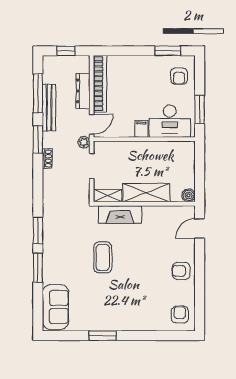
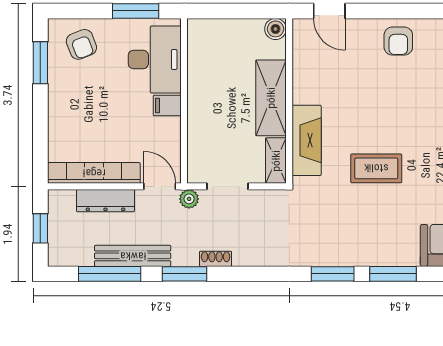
armchair: (179, 76) -> (81, 44), turned 69

